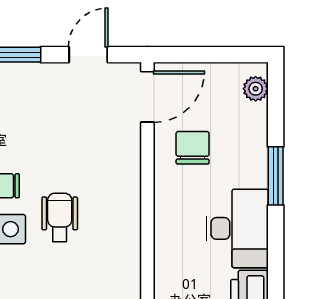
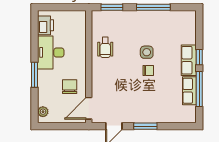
chair: (193, 148) -> (70, 87), turned 180
wheelchair: (60, 217) -> (105, 47), moved

